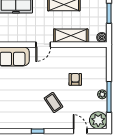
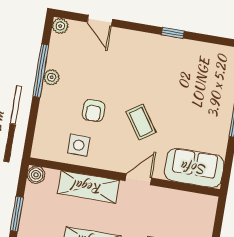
side table: (80, 58) -> (79, 145), added
coffee table: (53, 102) -> (141, 122), moved
plant: (98, 120) -> (60, 26), width x0.53, depth x0.53

